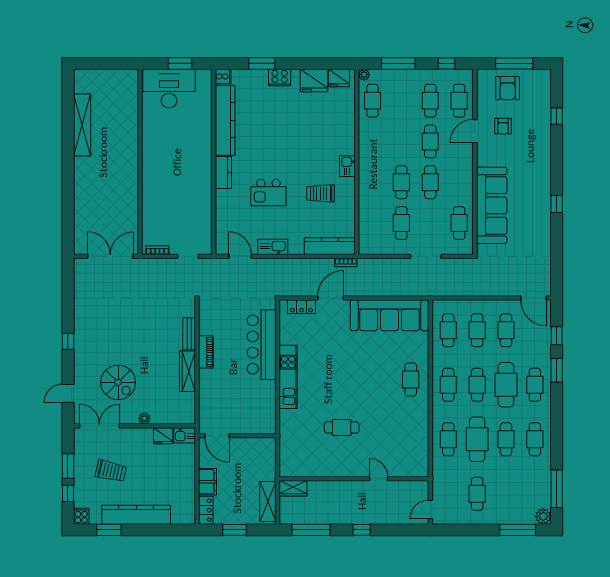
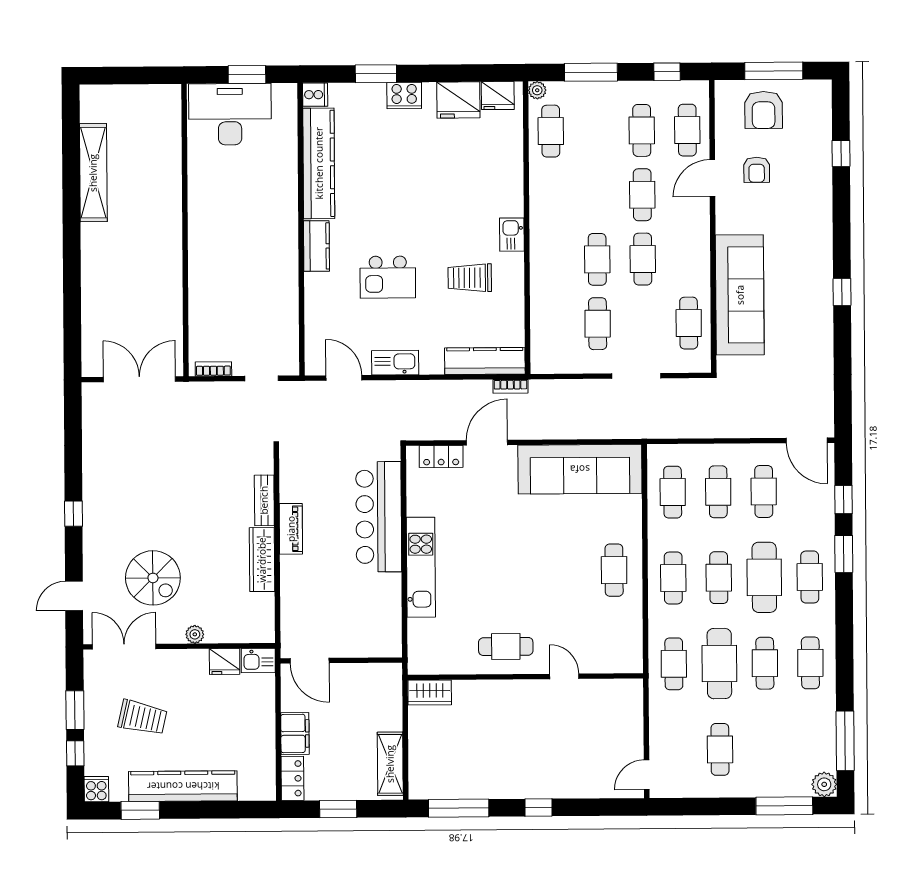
wall: (354, 479) -> (525, 677), moved
door: (379, 479) -> (564, 676), moved
wardrobe: (293, 488) -> (430, 692), moved

